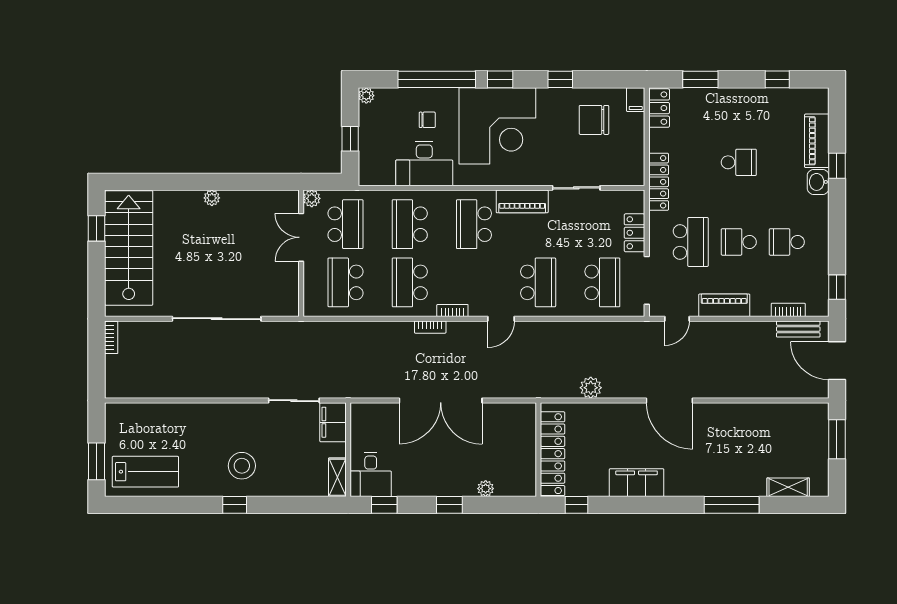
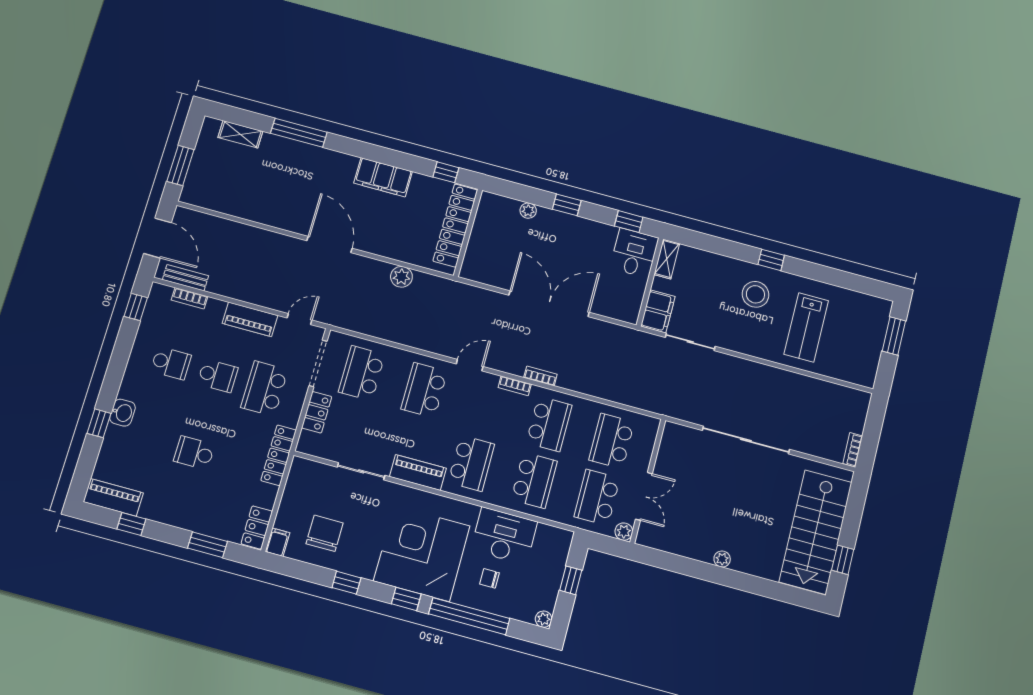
chair: (594, 120) -> (325, 533), turned -90
piano: (817, 141) -> (113, 497), moved, turned -90
school desk: (345, 282) -> (612, 441), turned 180
lab bench: (145, 472) -> (806, 327), moved, turned -90

